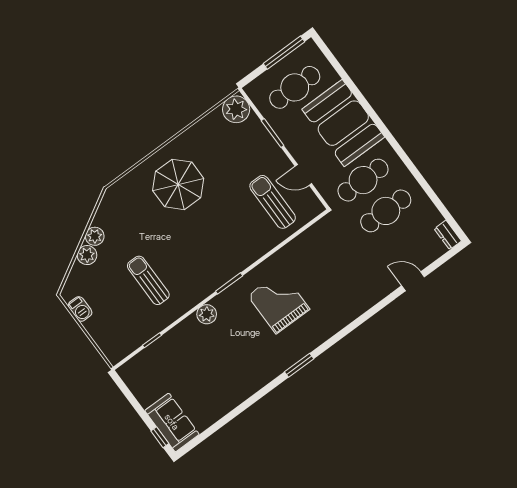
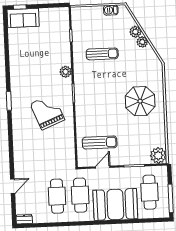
grand piano: (279, 302) -> (47, 112), turned -112

